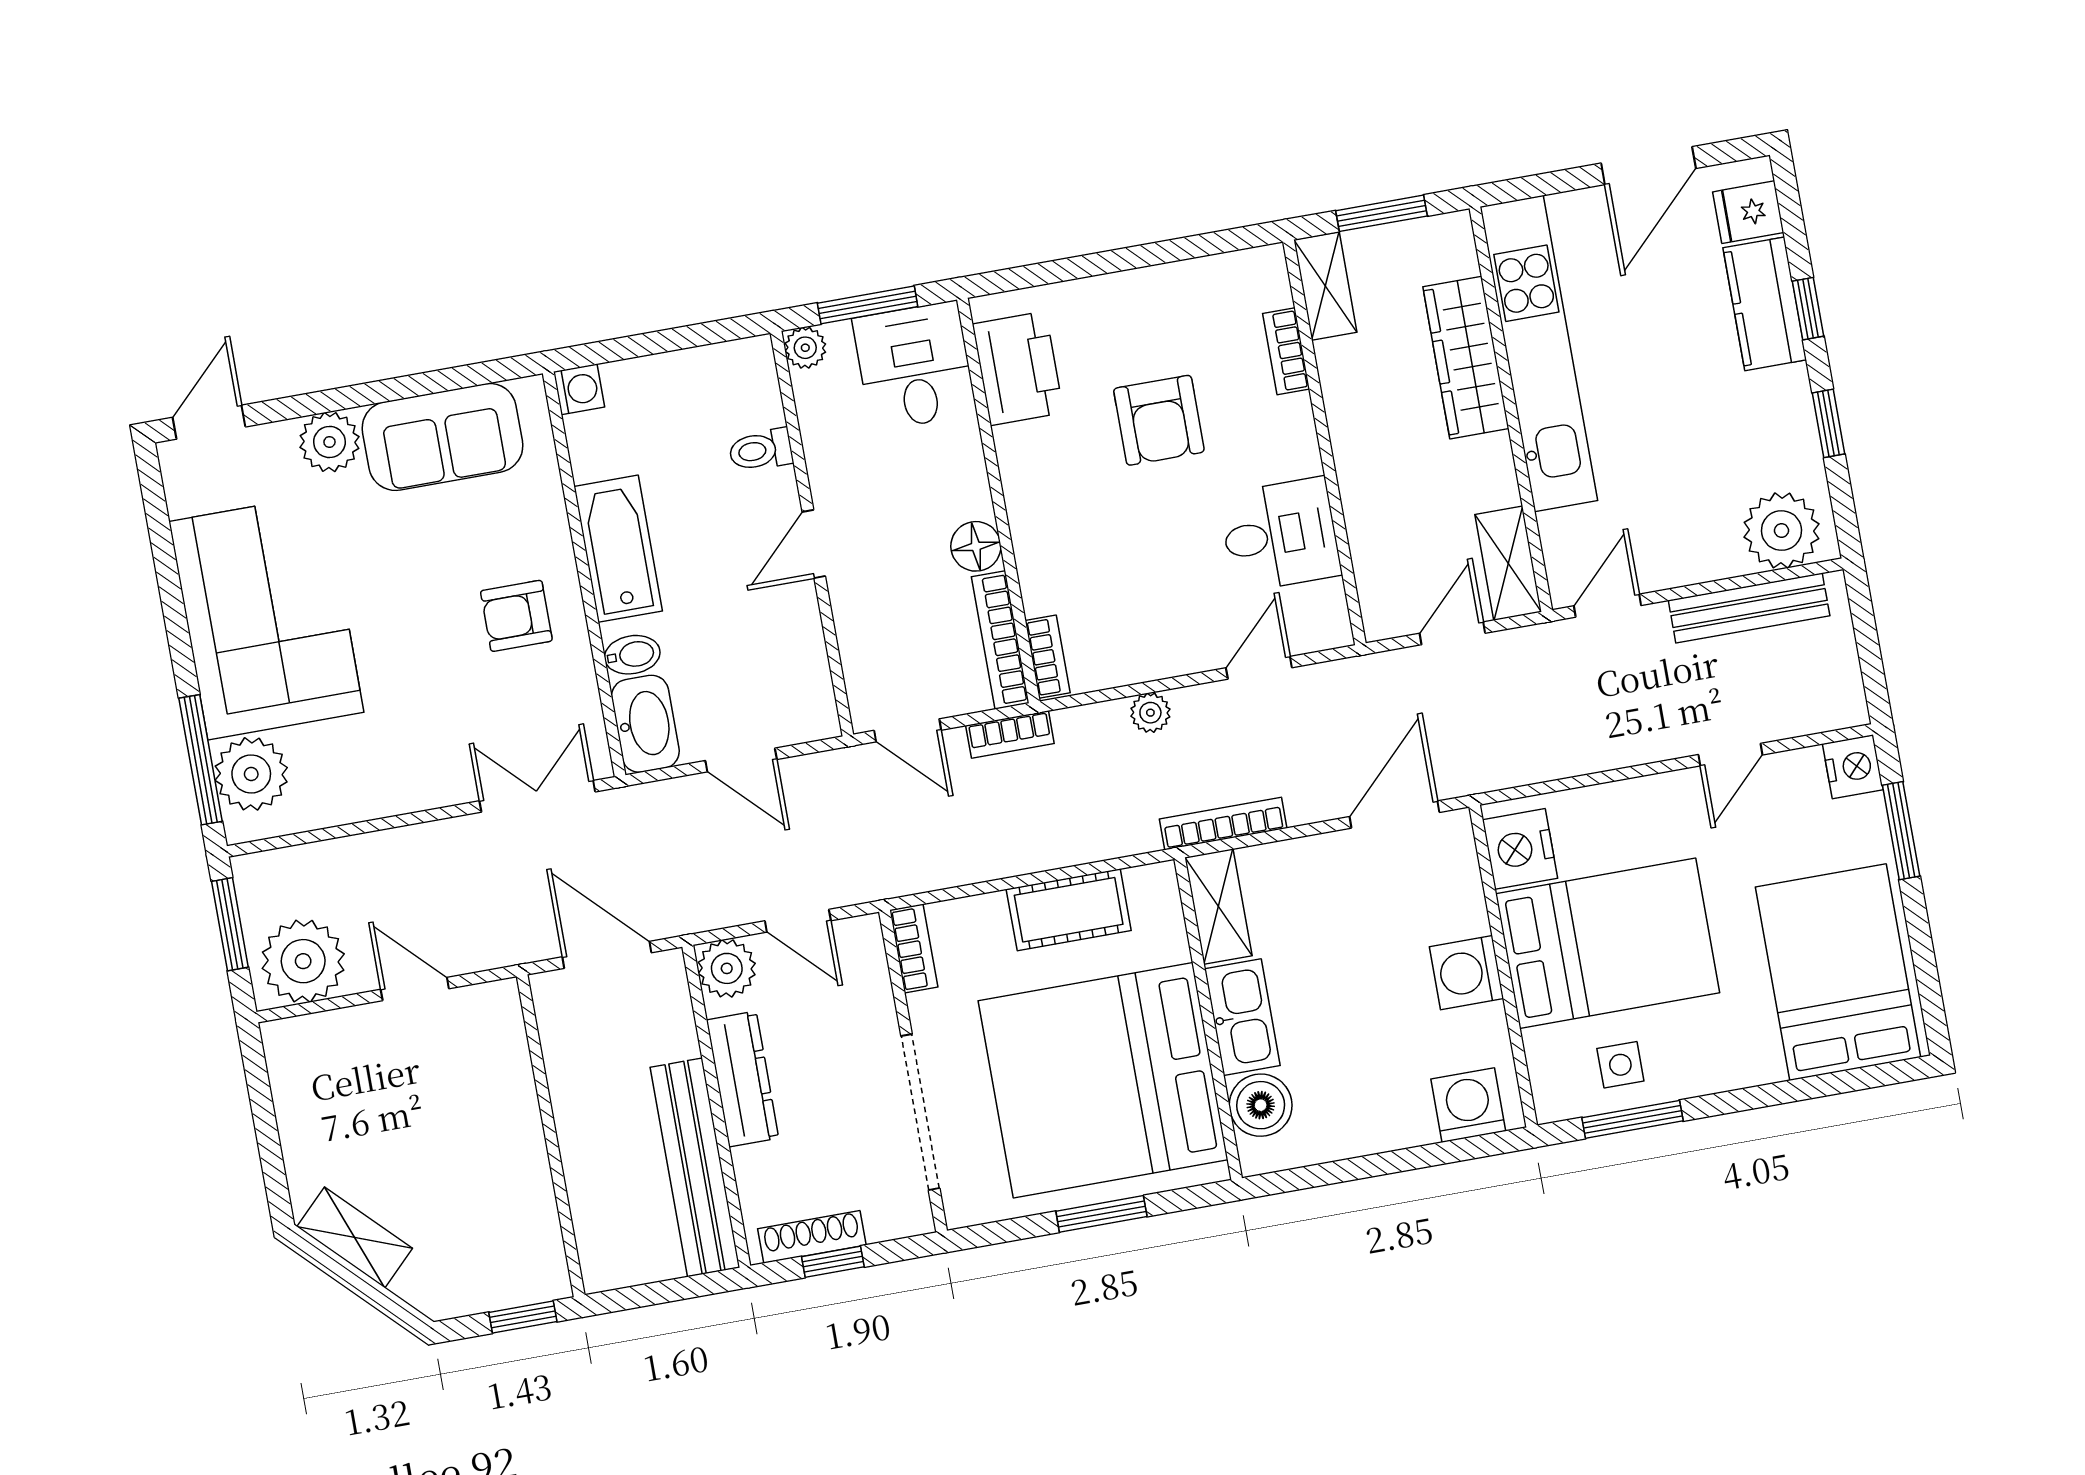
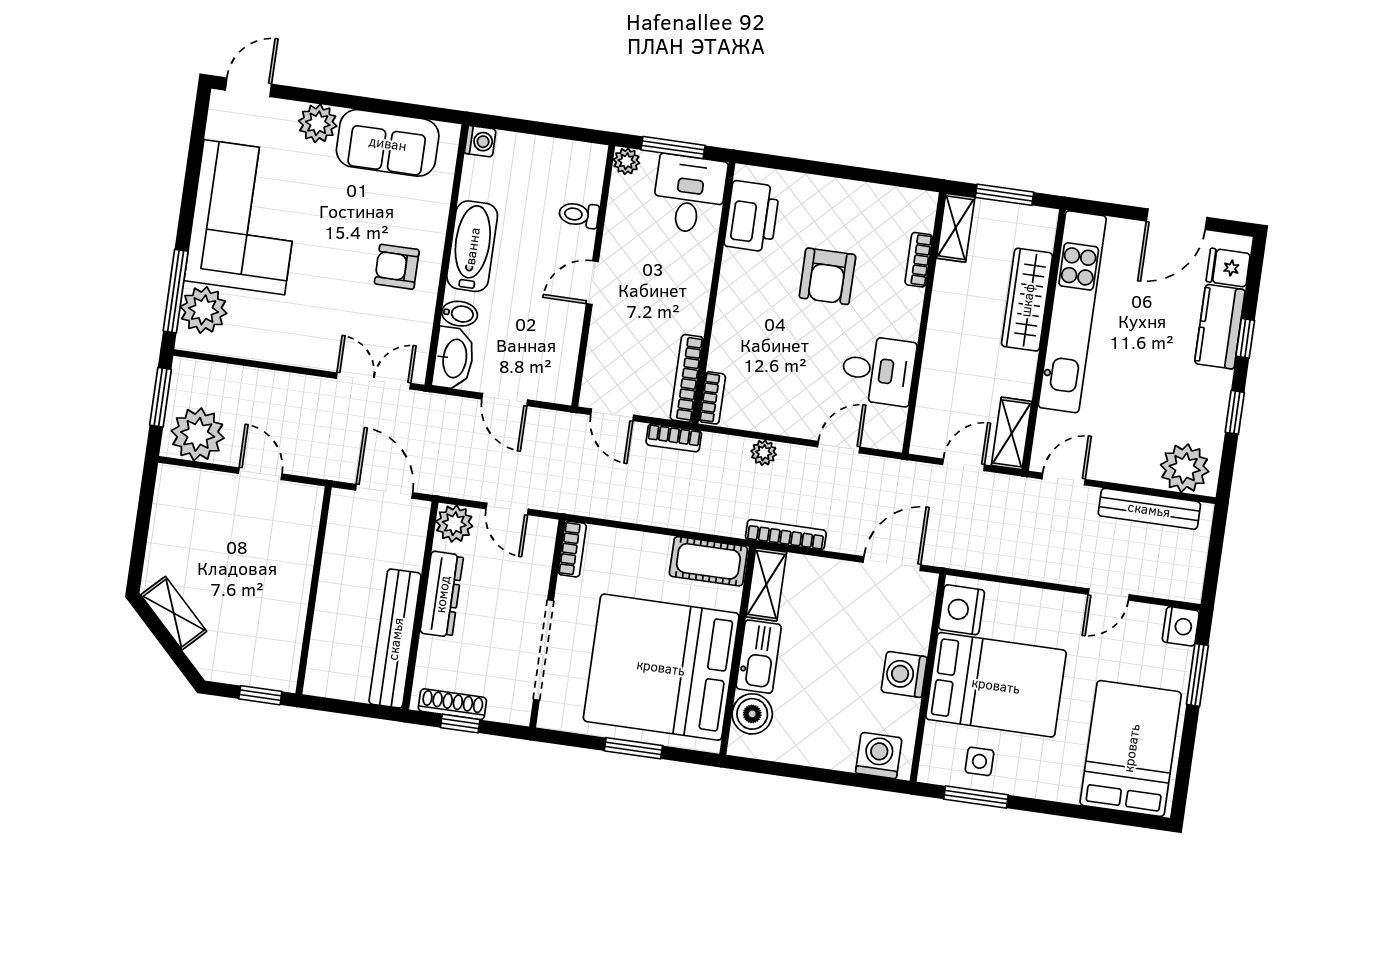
floor lamp: (976, 546) -> (691, 316), removed
cot: (1069, 910) -> (708, 561), moved

